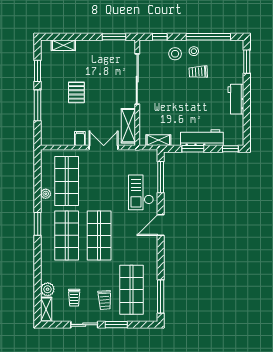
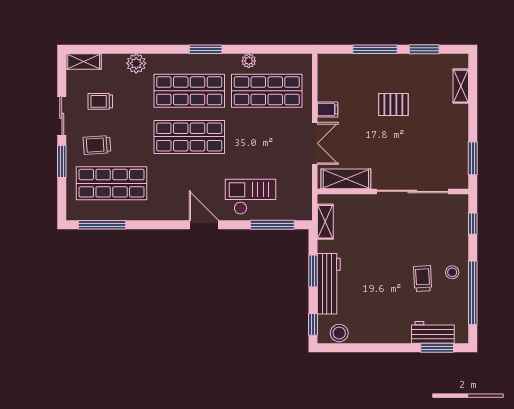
stool: (175, 54) -> (339, 333), moved
workbench: (236, 99) -> (433, 332), moved
plant: (48, 289) -> (136, 63), moved

